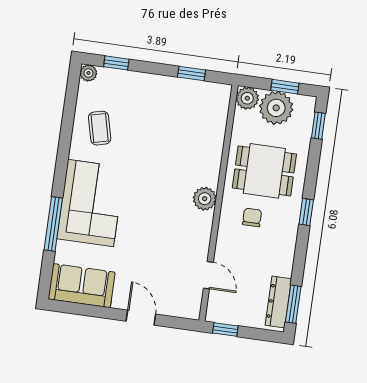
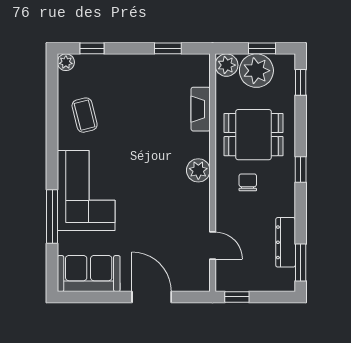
fireplace: (215, 138) -> (201, 109), added
dresser: (278, 302) -> (286, 242), moved
door: (141, 318) -> (152, 297), width x1.38

